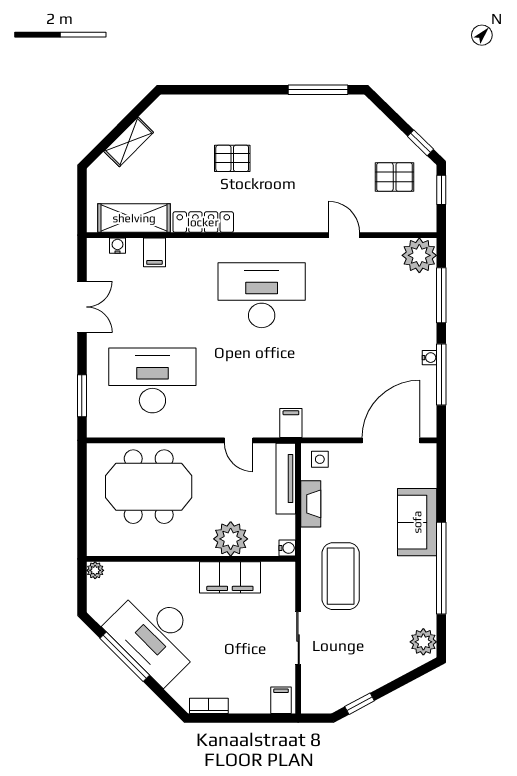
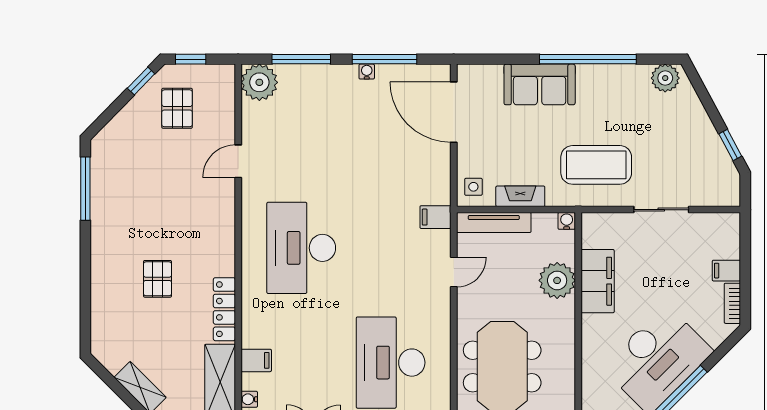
filing cabinet: (281, 700) -> (726, 271), moved

